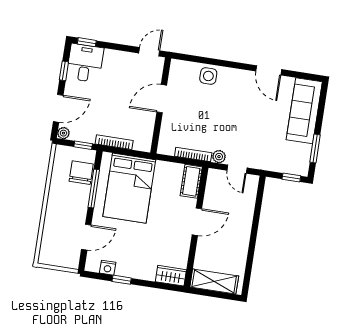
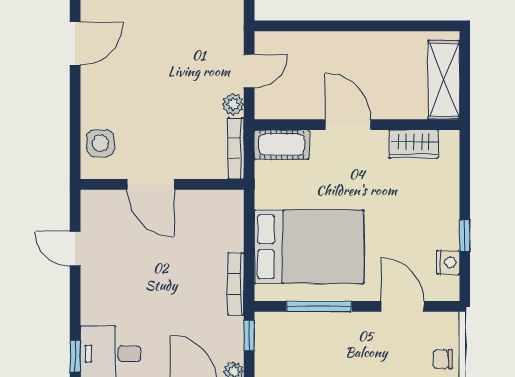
door: (162, 99) -> (151, 184), moved
wall: (161, 105) -> (162, 184), moved
chair: (81, 173) -> (443, 359), moved, width x0.54, depth x0.54
wardrobe: (171, 276) -> (414, 144), moved, turned -90

